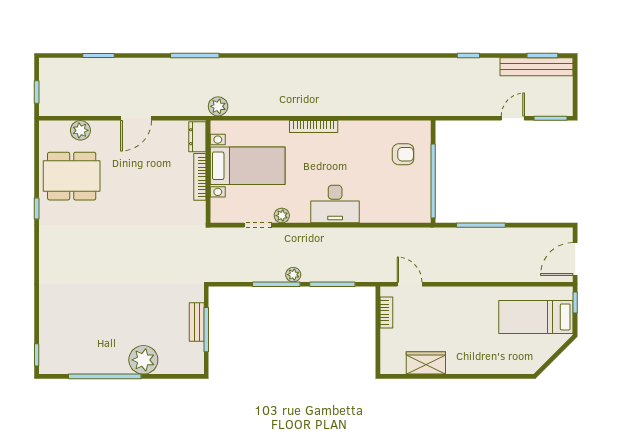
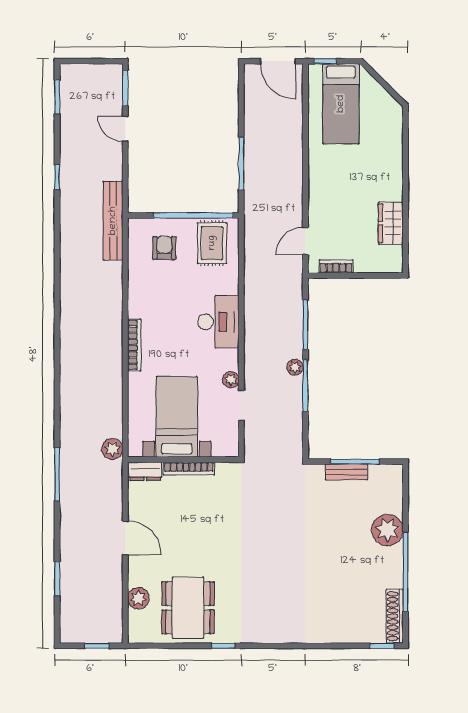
bench: (537, 67) -> (113, 221), moved
rug: (408, 198) -> (212, 243), added
shoe rack: (64, 366) -> (395, 616), added

